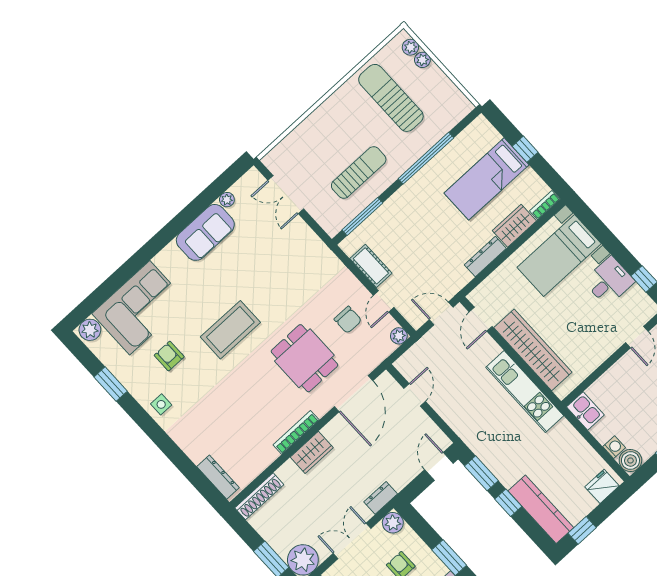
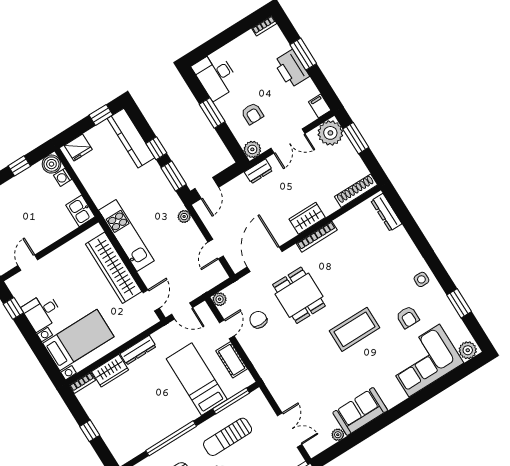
bed: (486, 179) -> (197, 379), moved, turned -90
plant: (460, 427) -> (184, 217), added

